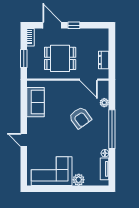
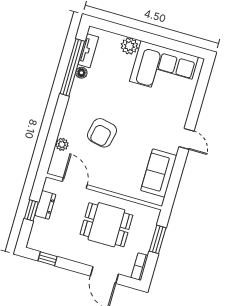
window: (74, 25) -> (48, 259), moved
window: (112, 54) -> (31, 210), added
armchair: (80, 118) -> (102, 133), turned -132
window: (112, 129) -> (72, 67), moved
door: (24, 140) -> (186, 139), moved

